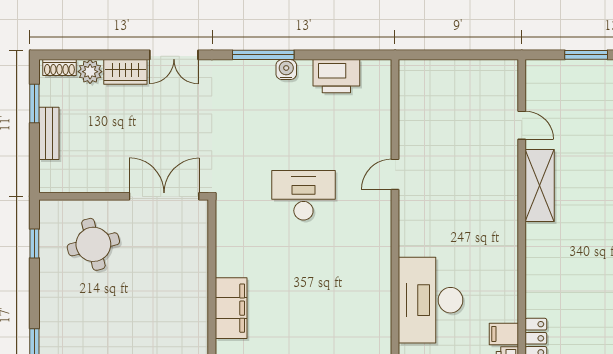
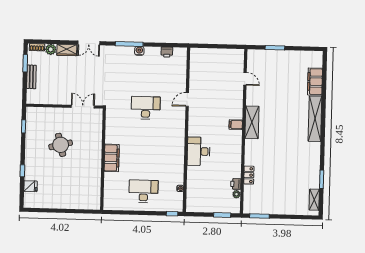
printer: (336, 76) -> (167, 52), width x0.53, depth x0.68
shelving: (540, 185) -> (252, 122), moved
double door: (164, 196) -> (83, 107), width x0.73
round table: (93, 244) -> (61, 145), moved
desk: (431, 300) -> (199, 151), width x0.73, depth x0.77
filing cabinet: (504, 334) -> (236, 125), moved

